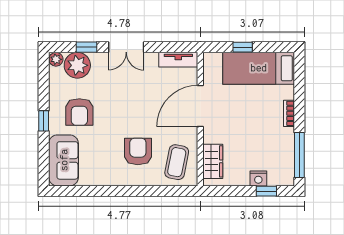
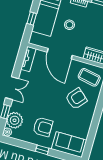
stool: (249, 109) -> (69, 25), added
armchair: (138, 151) -> (76, 99), turned 131

